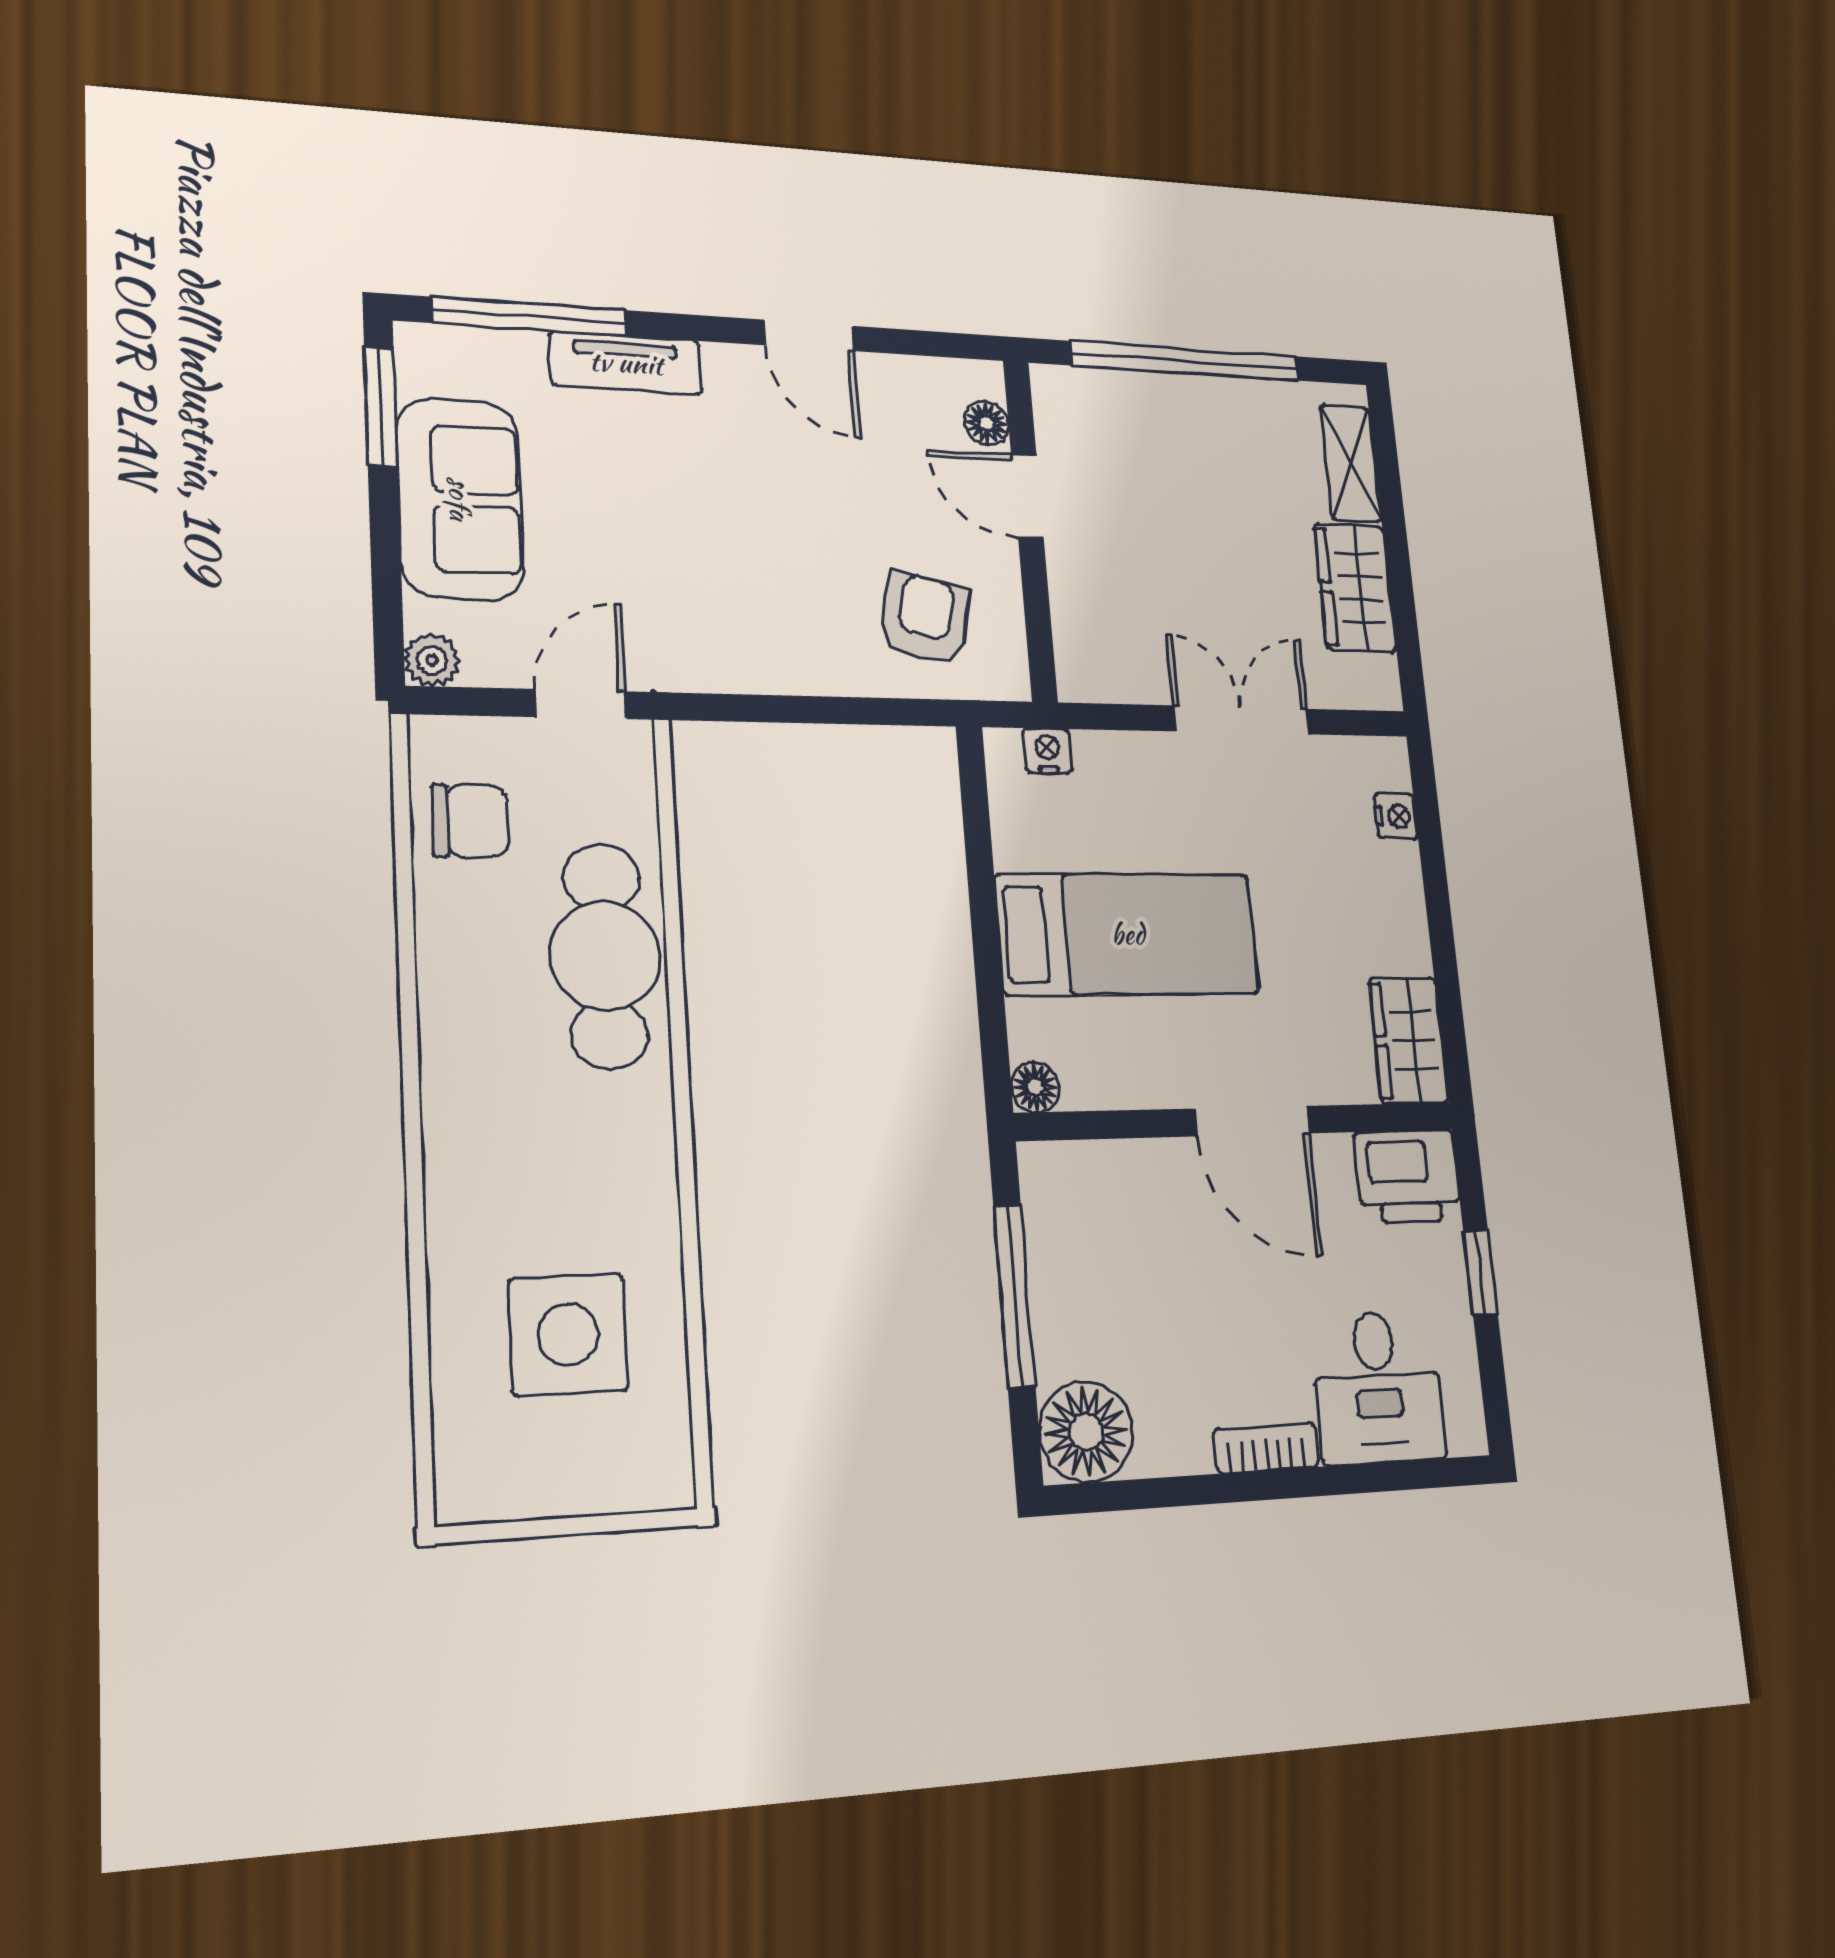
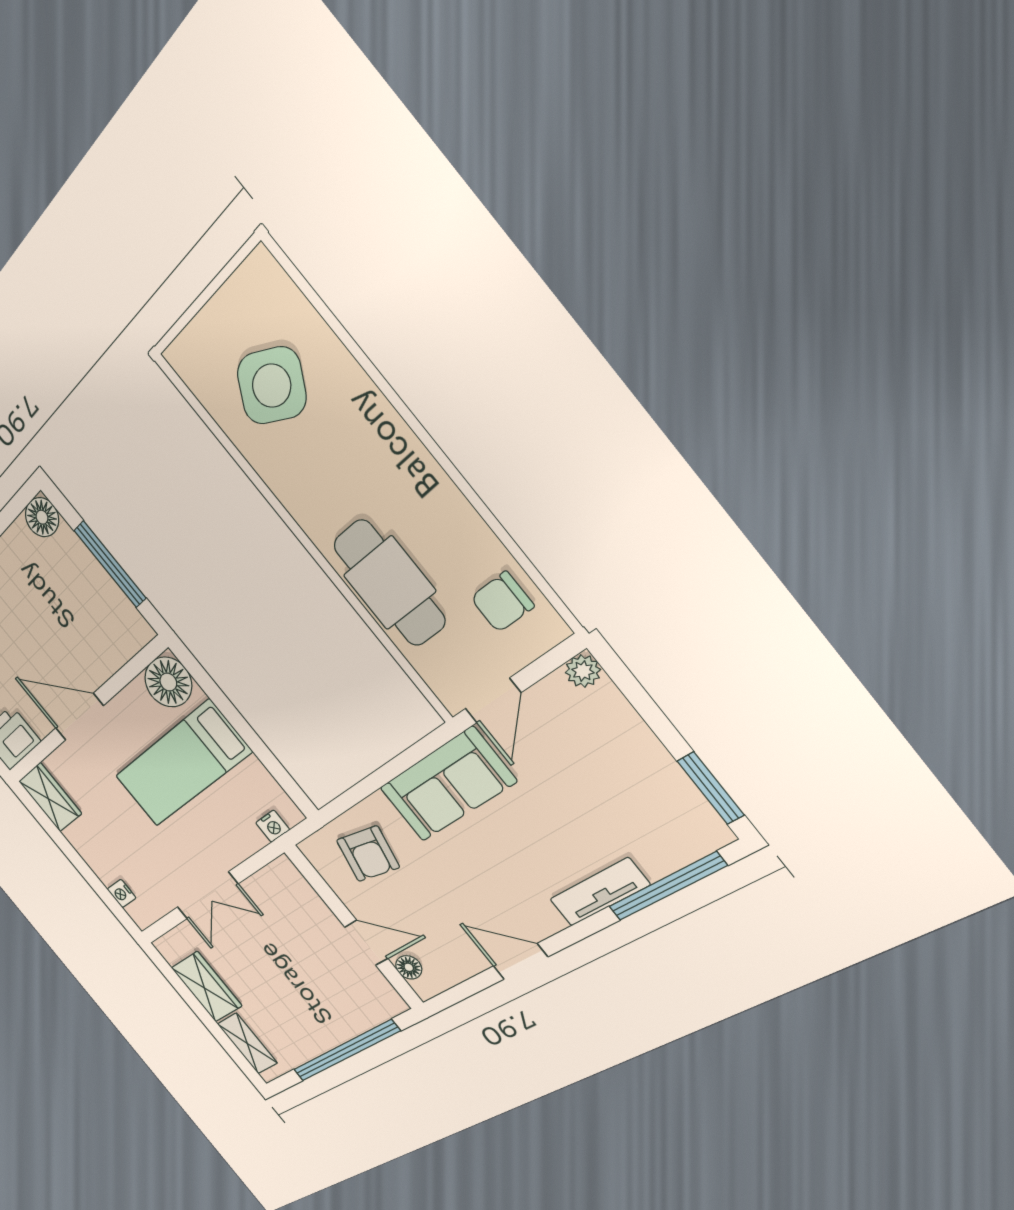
sofa: (460, 499) -> (447, 785), moved, turned -90
floor lamp: (1035, 1087) -> (168, 682), width x1.89, depth x1.89
side table: (568, 1335) -> (272, 386), turned 30
floor lamp: (1086, 1432) -> (42, 517), width x0.73, depth x0.73

